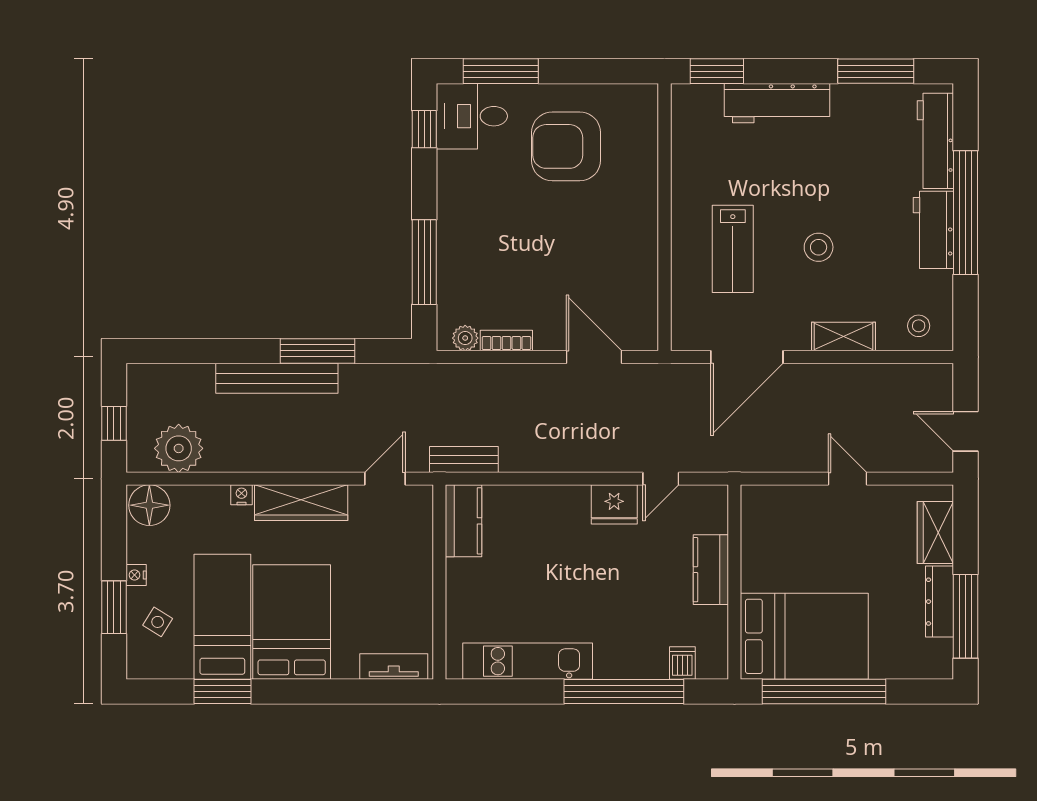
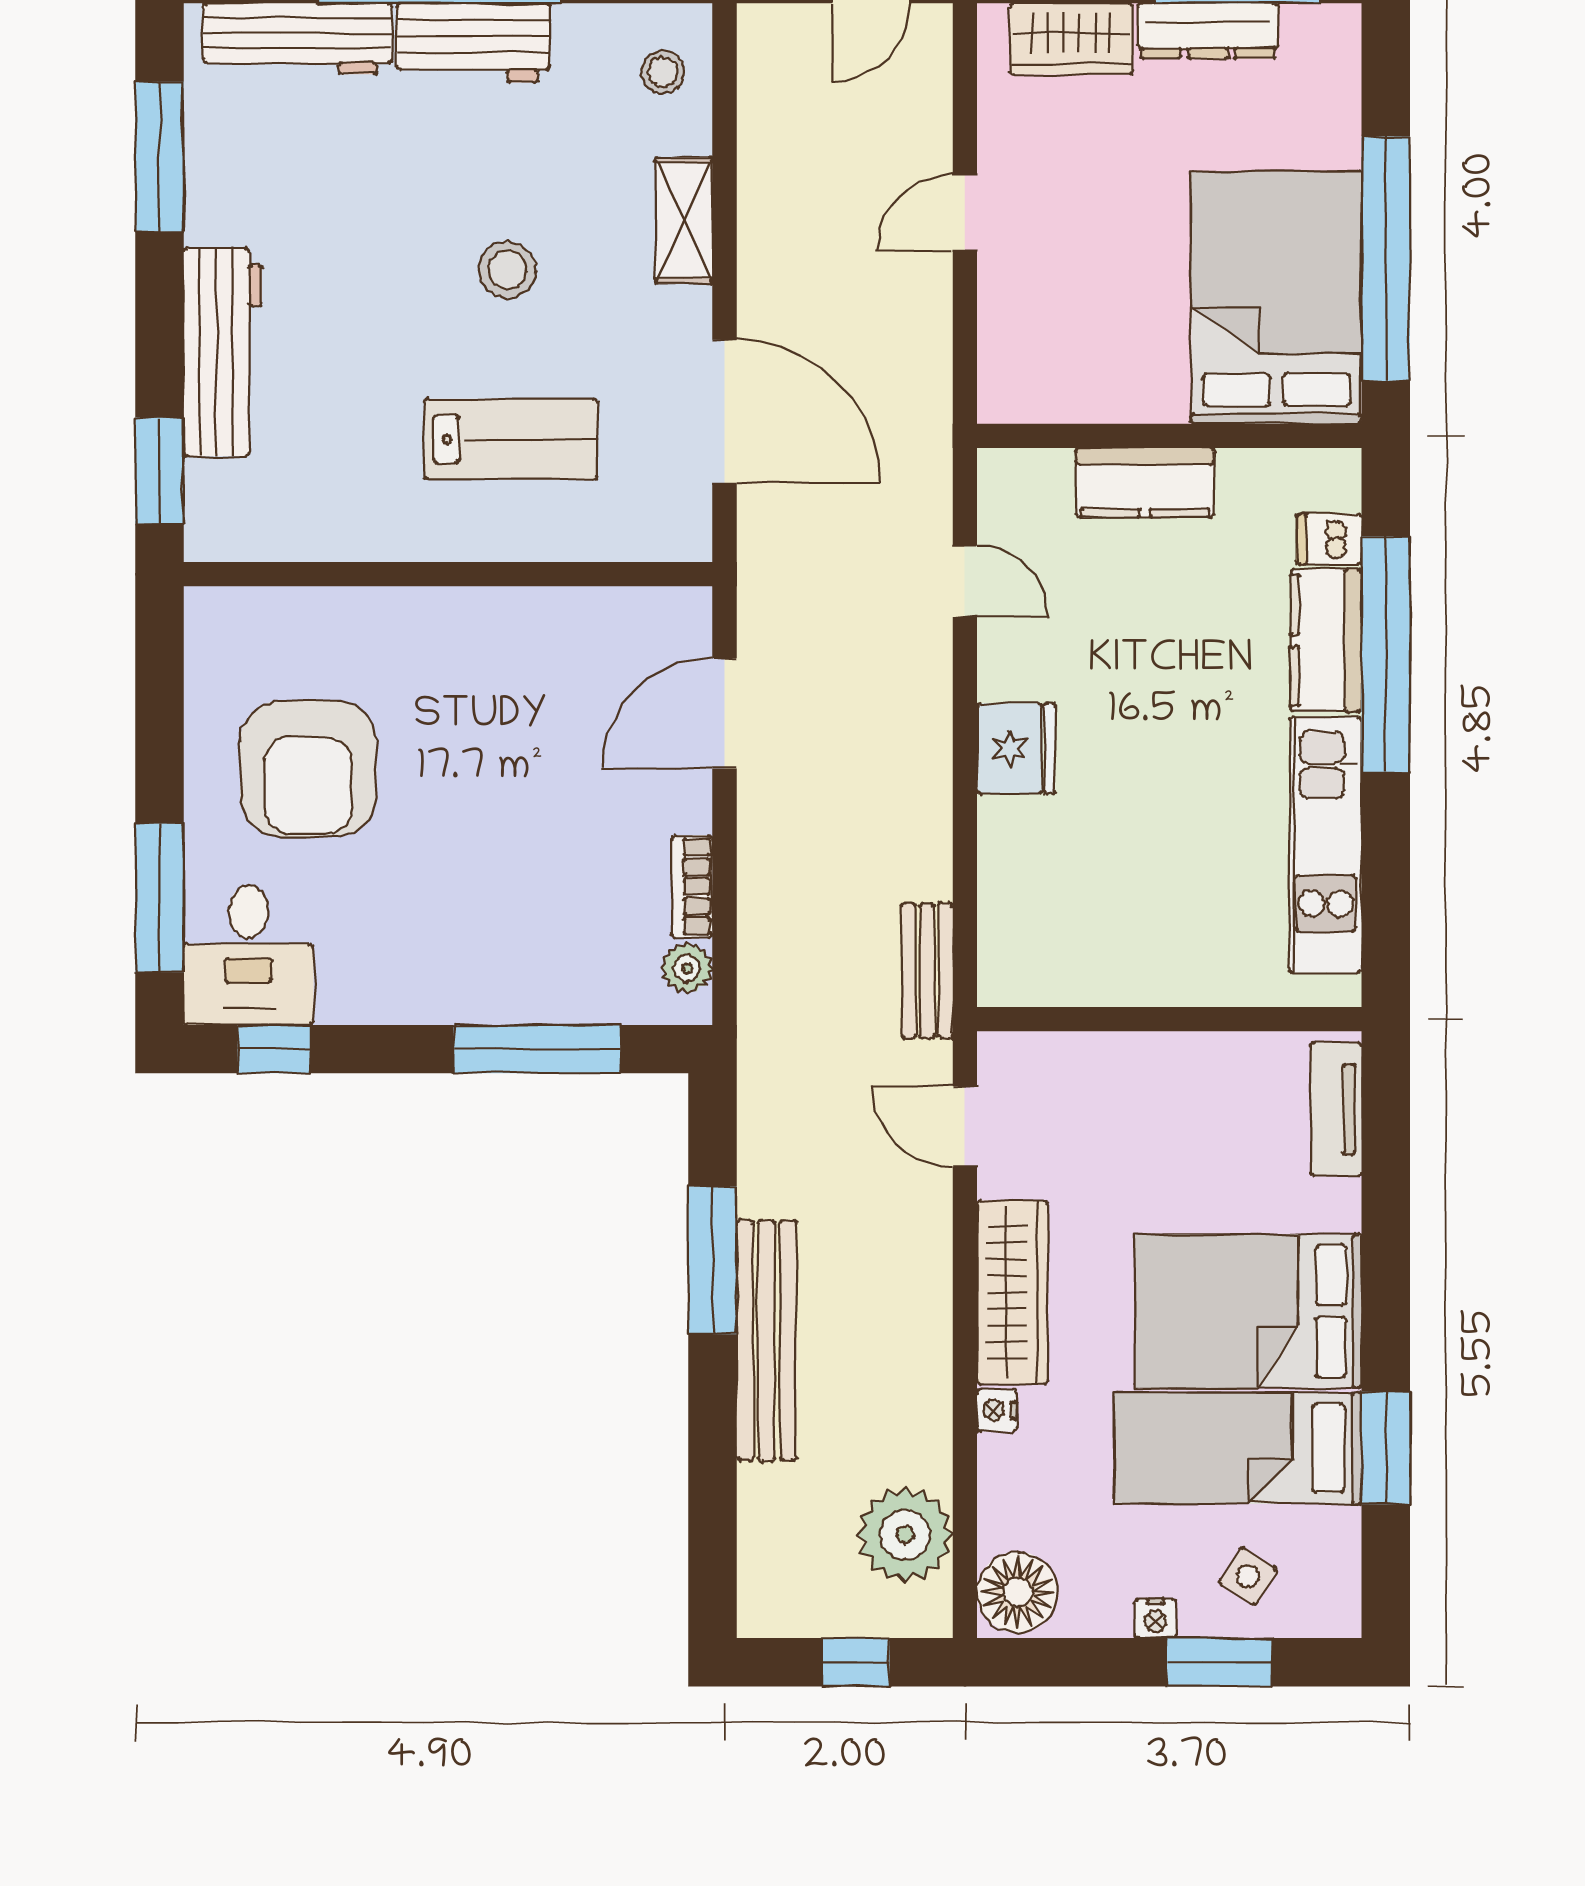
fridge: (614, 504) -> (1016, 749), moved
kitchen counter: (464, 521) -> (1326, 640), moved, turned -90

